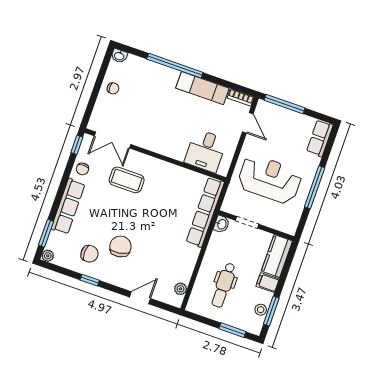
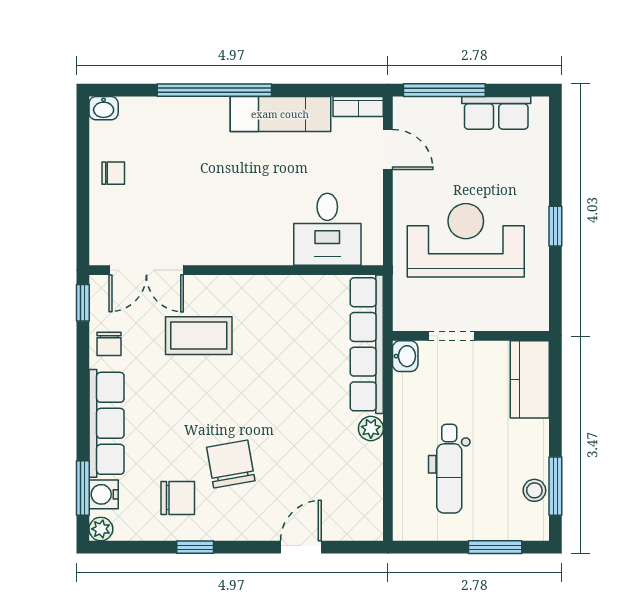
row of seats: (320, 138) -> (496, 113), moved, turned -90
window: (315, 187) -> (555, 226), width x0.46
water cooler: (55, 240) -> (104, 494), added
filing cabinet: (268, 283) -> (530, 435), removed
plant: (181, 289) -> (371, 429), moved

